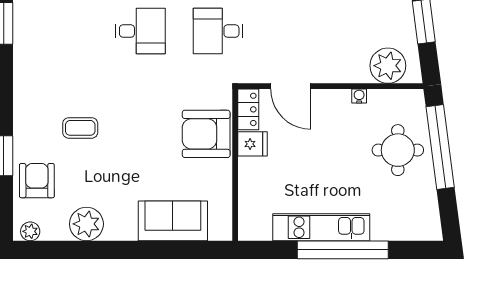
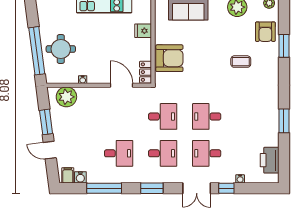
fridge: (252, 144) -> (143, 31), moved

